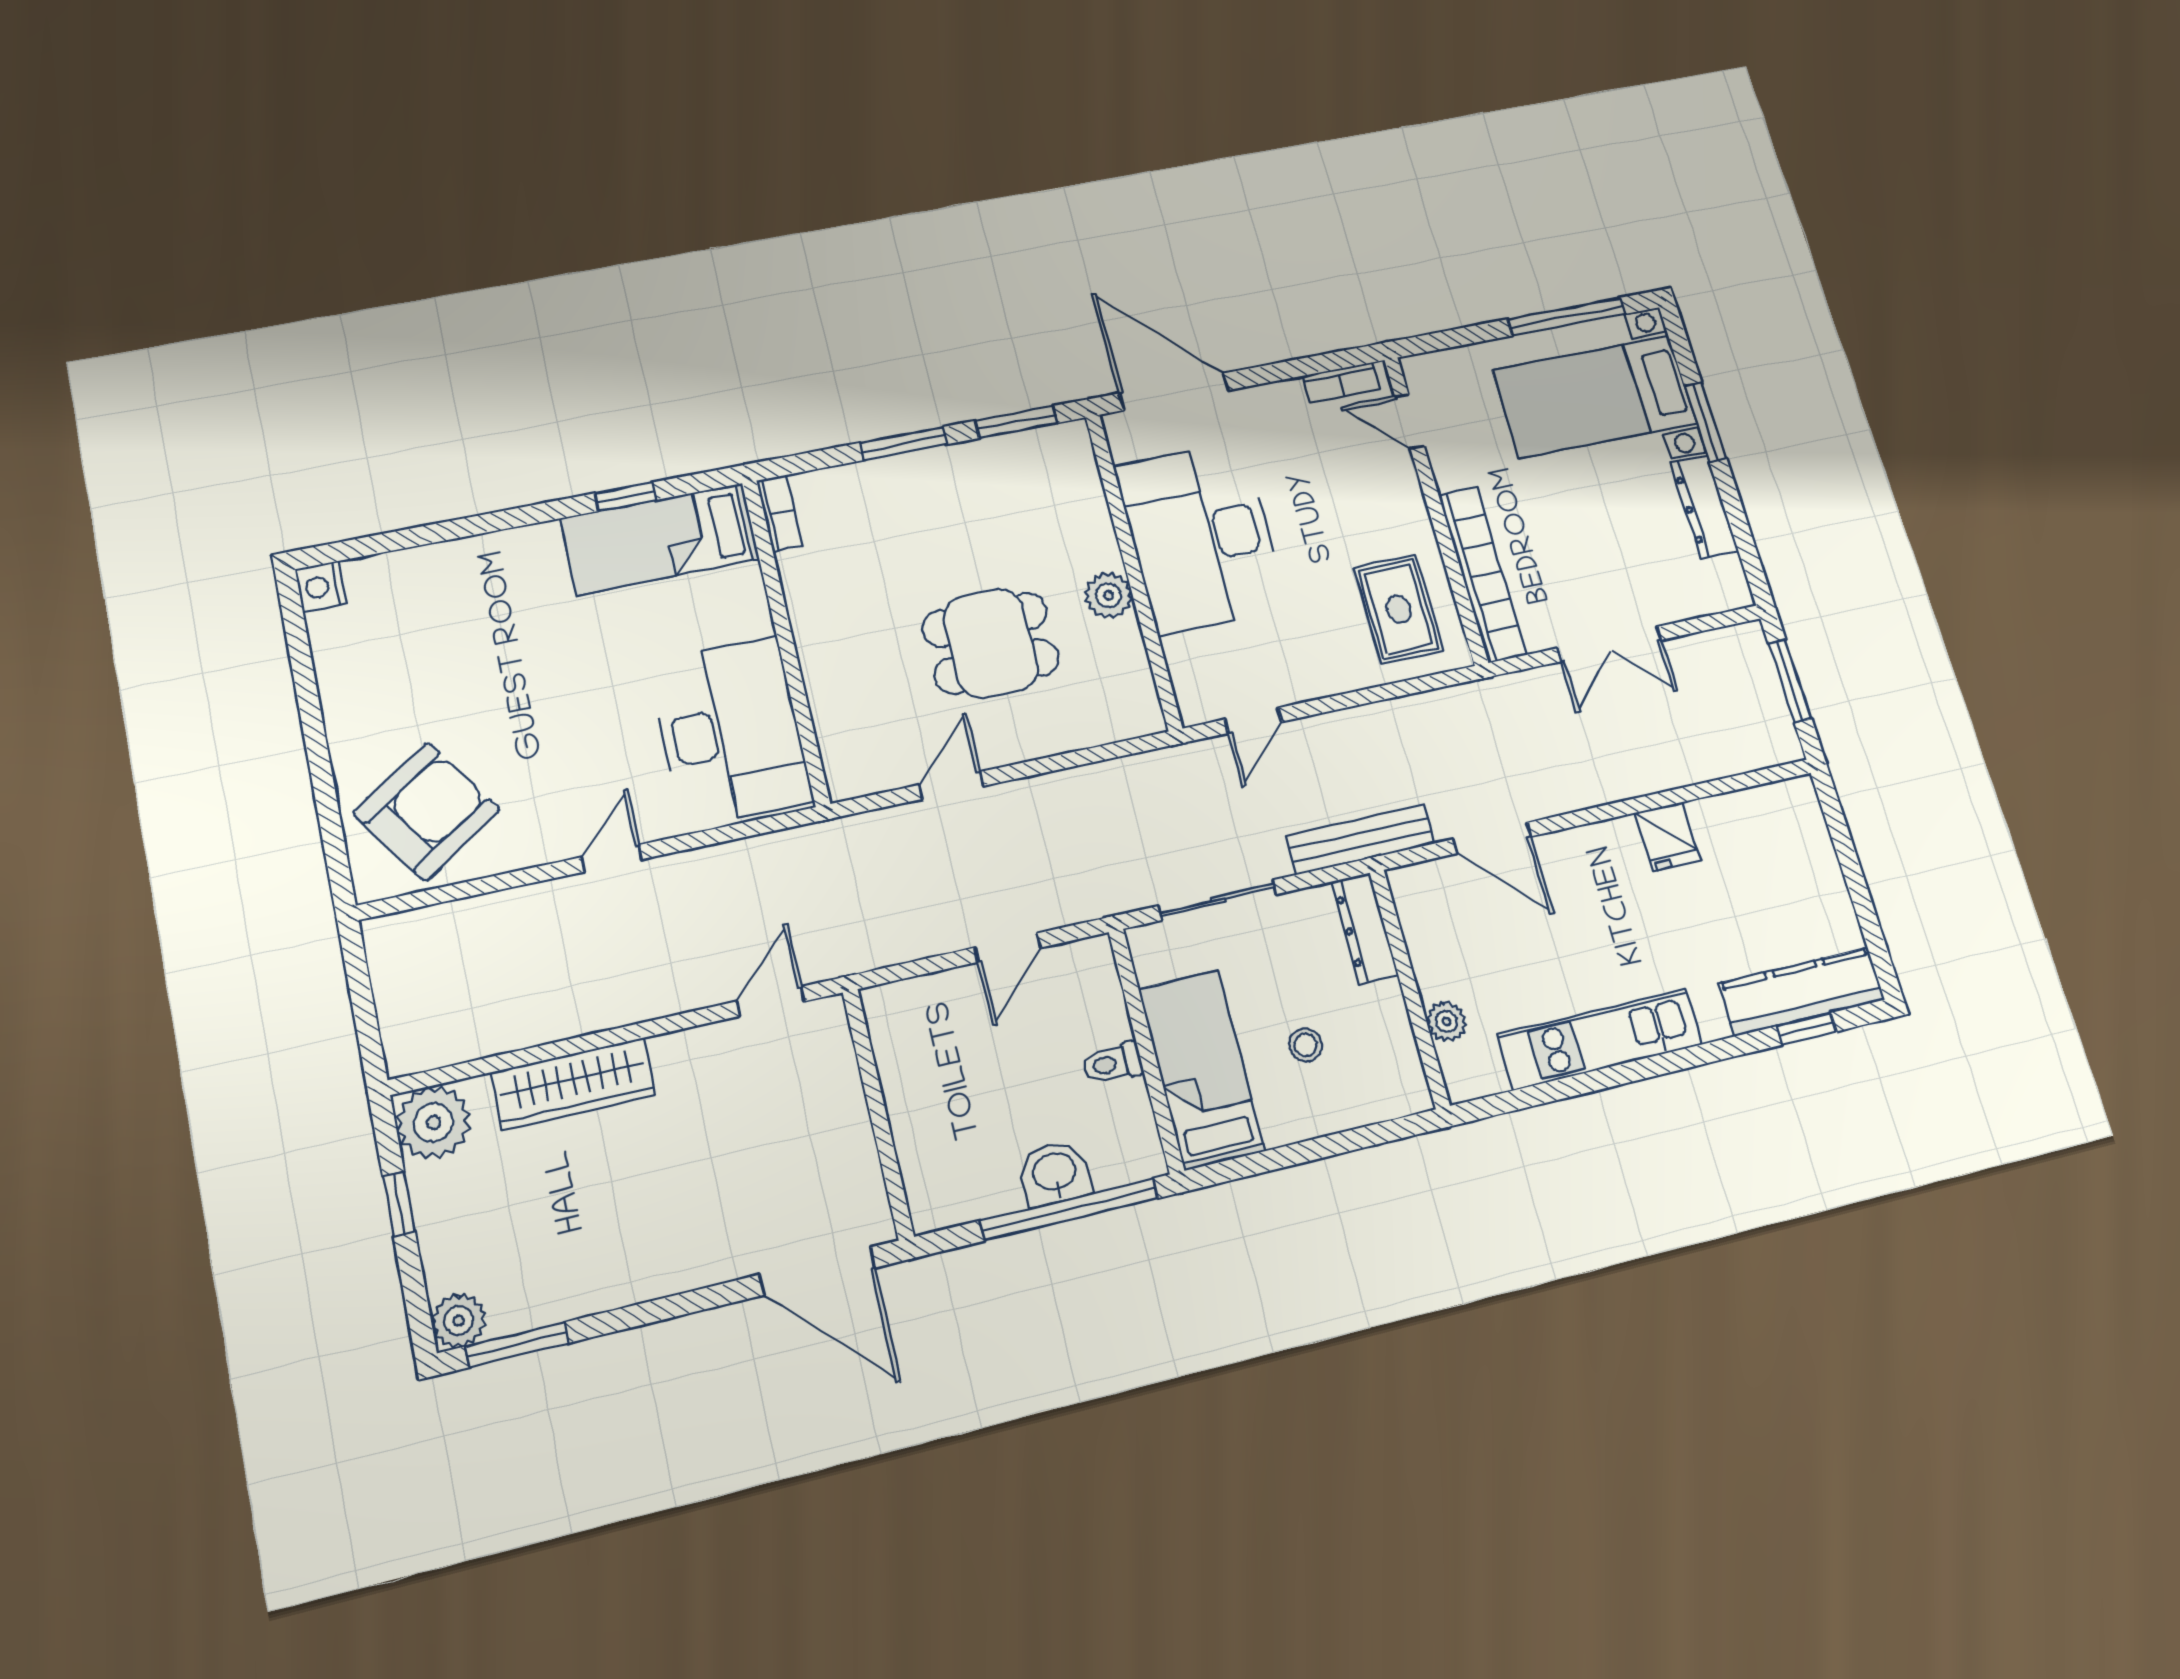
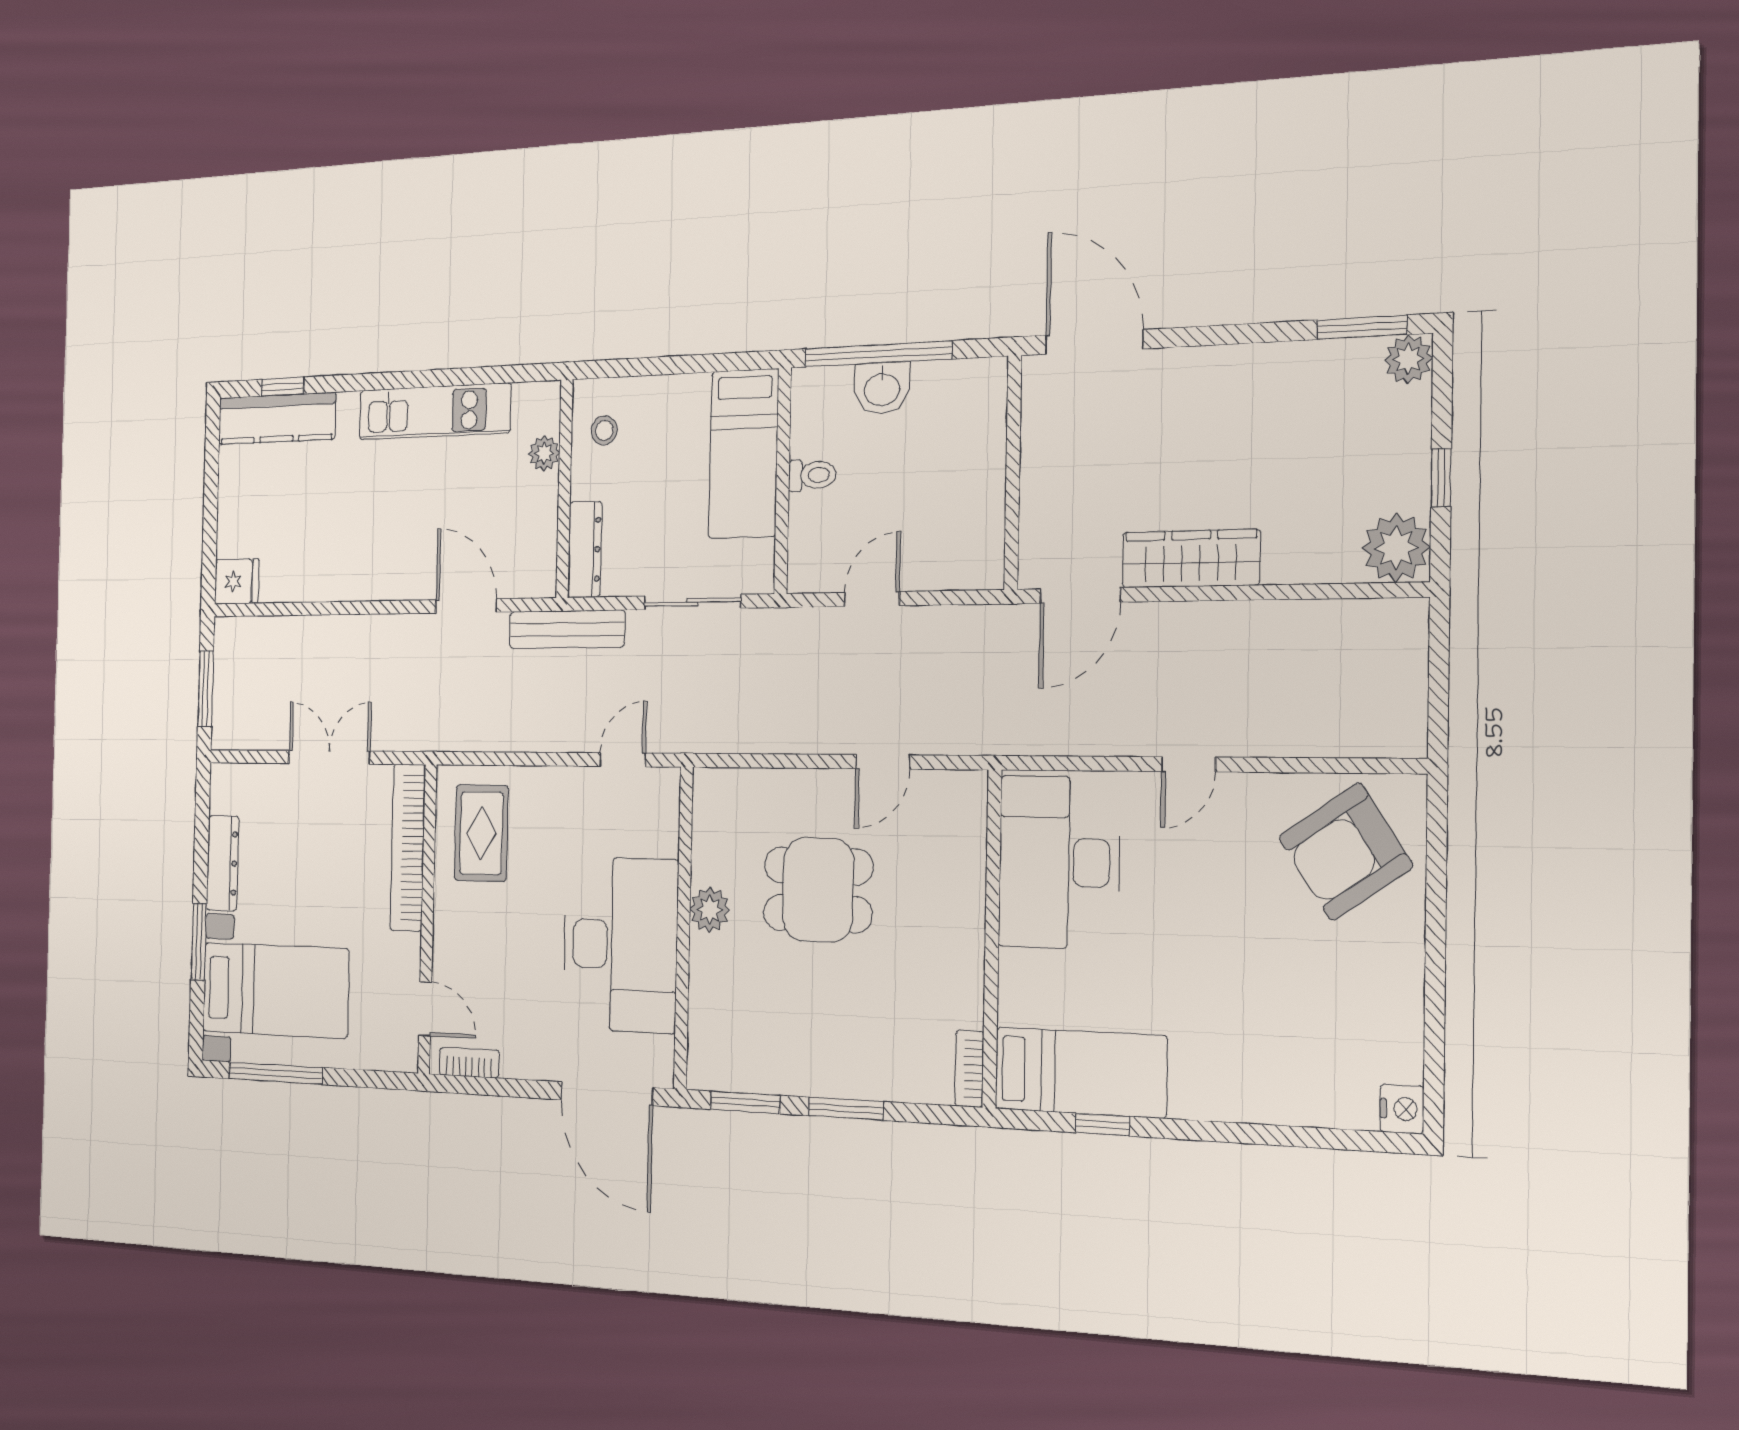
fridge: (1668, 836) -> (237, 581), moved, turned 90
door: (770, 1001) -> (1080, 596), width x1.38
stool: (1306, 1045) -> (604, 430), moved
wardrobe: (574, 1084) -> (1191, 559), moved

